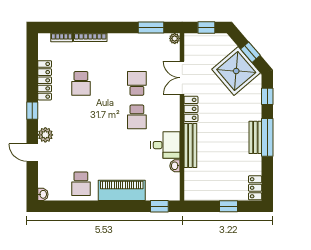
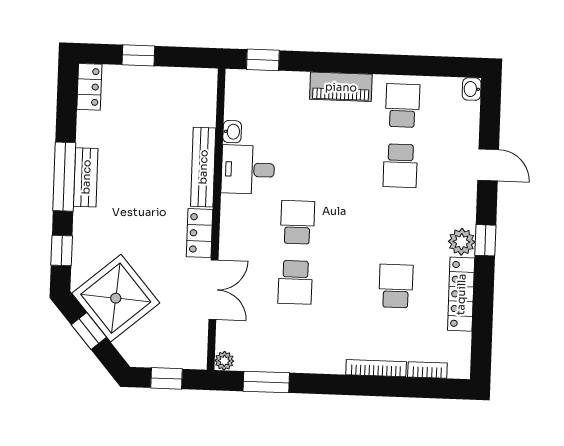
plant: (45, 135) -> (462, 242), moved
school desk: (81, 150) -> (400, 166), added
piano: (122, 190) -> (341, 87), width x0.73, depth x0.75

